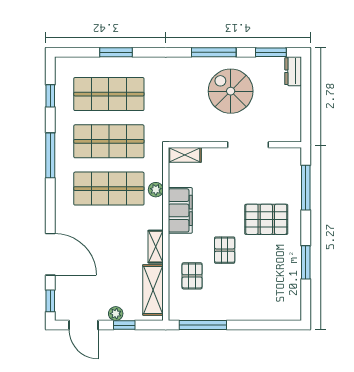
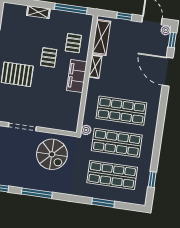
spiral stairs: (231, 91) -> (52, 154), moved
window: (50, 155) -> (158, 139), removed
shelving: (185, 155) -> (38, 12), moved
plant: (156, 190) -> (86, 130), moved
filing cabinet: (180, 210) -> (77, 76), moved
plant: (116, 314) -> (166, 30), moved

